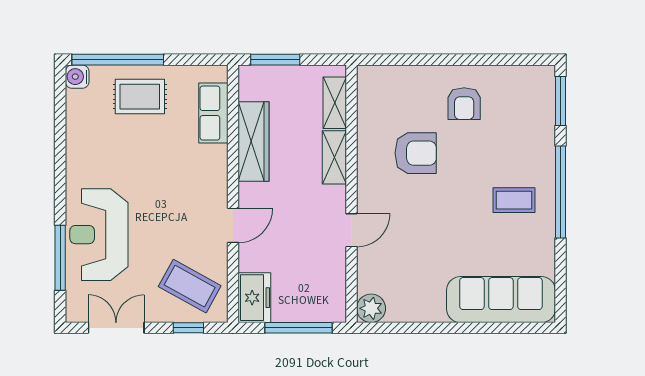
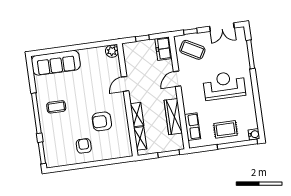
reception desk: (99, 235) -> (224, 85), moved, turned -90
window: (299, 328) -> (142, 38), width x0.46

